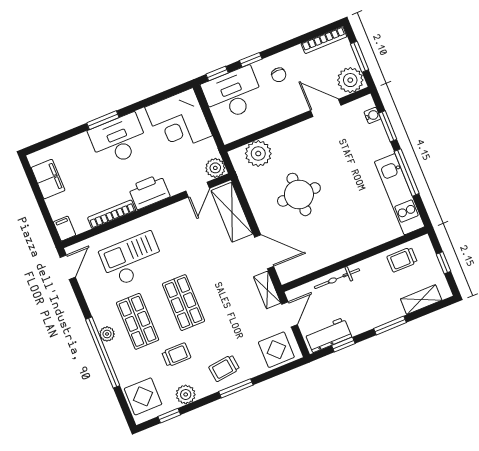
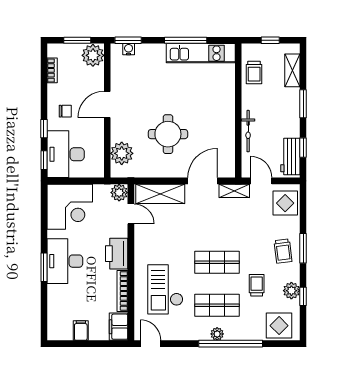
bookcase: (324, 40) -> (52, 70), width x0.64
door: (326, 108) -> (107, 104), moved
window: (388, 126) -> (128, 40), moved
filing cabinet: (48, 179) -> (81, 331), width x0.50
filing cabinet: (65, 229) -> (119, 327), width x2.00
window: (169, 416) -> (303, 296), moved

